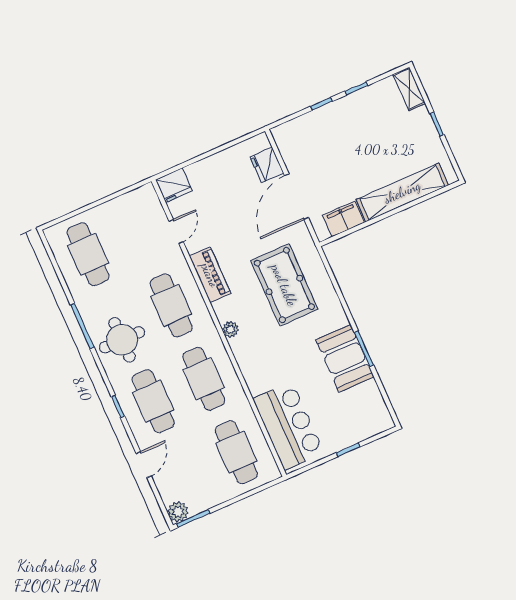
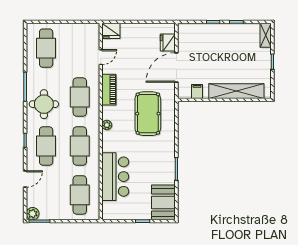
filing cabinet: (344, 219) -> (197, 91), width x0.50
booth: (345, 358) -> (163, 202), moved
bar counter: (288, 426) -> (115, 177), moved

